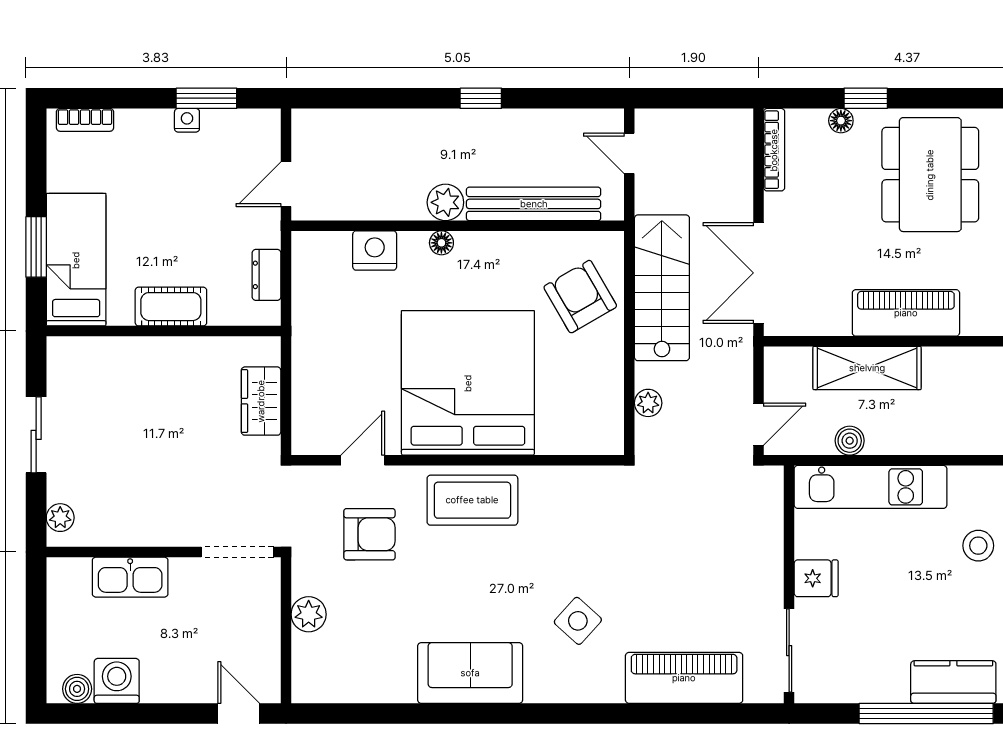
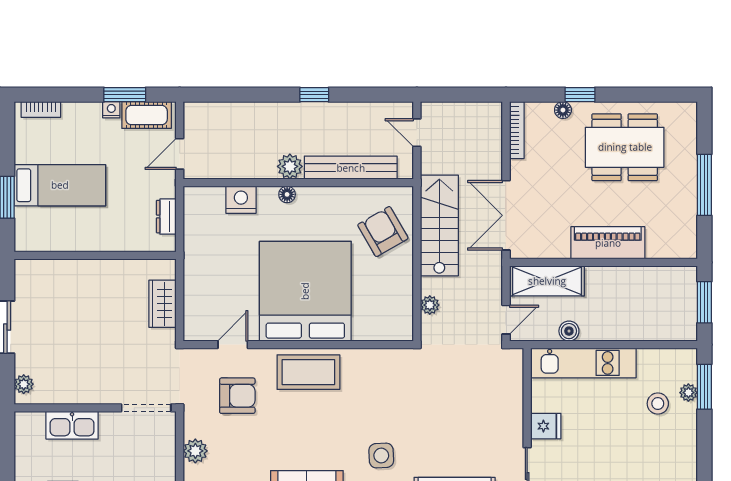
dining table: (930, 175) -> (625, 147), turned 90
bed: (76, 260) -> (60, 185), moved, turned 90
cot: (171, 307) -> (147, 115), moved
shelving: (867, 368) -> (547, 281), moved
side table: (578, 621) -> (381, 456), turned 45

